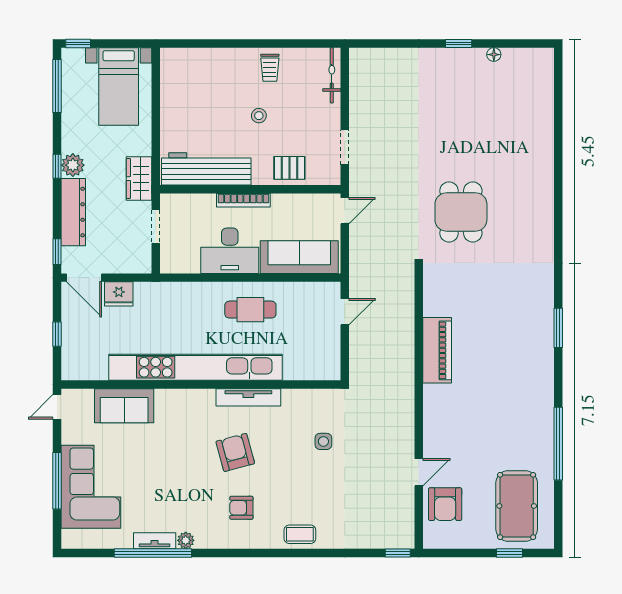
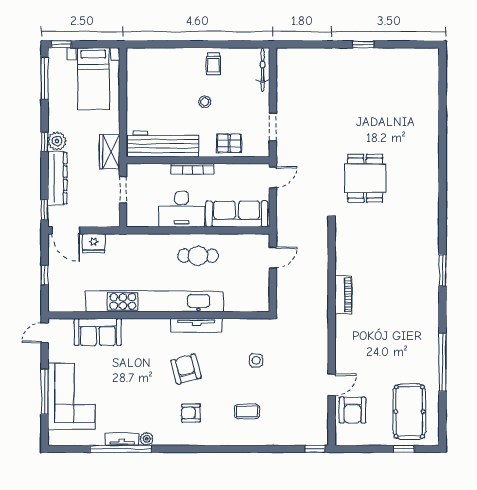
floor lamp: (494, 55) -> (391, 53), removed
piano: (437, 350) -> (343, 295), width x0.73, depth x0.75
coffee table: (300, 534) -> (247, 411), moved

